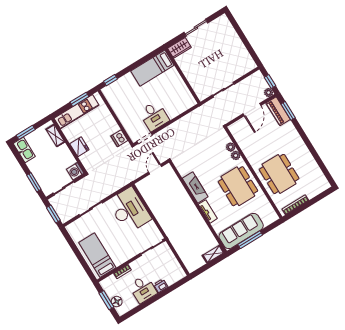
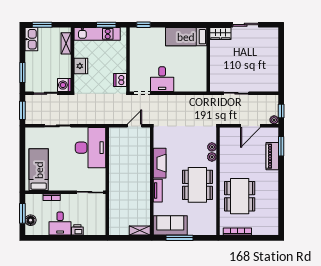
piano: (278, 111) -> (272, 156), moved
sofa: (241, 231) -> (170, 225), width x0.73

